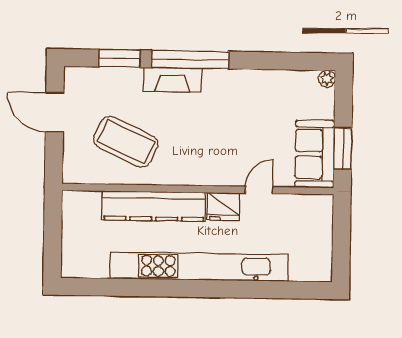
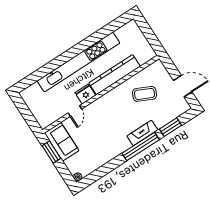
coffee table: (126, 142) -> (145, 94), width x0.73, depth x0.76

